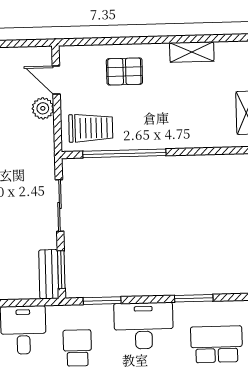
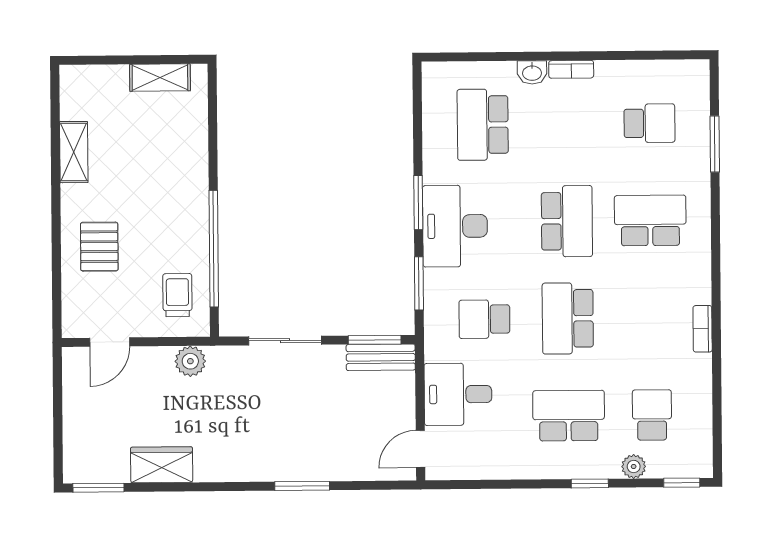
plant: (43, 108) -> (190, 361), moved
trolley: (91, 128) -> (177, 295), width x0.73, depth x0.72
window: (194, 298) -> (418, 203), moved

